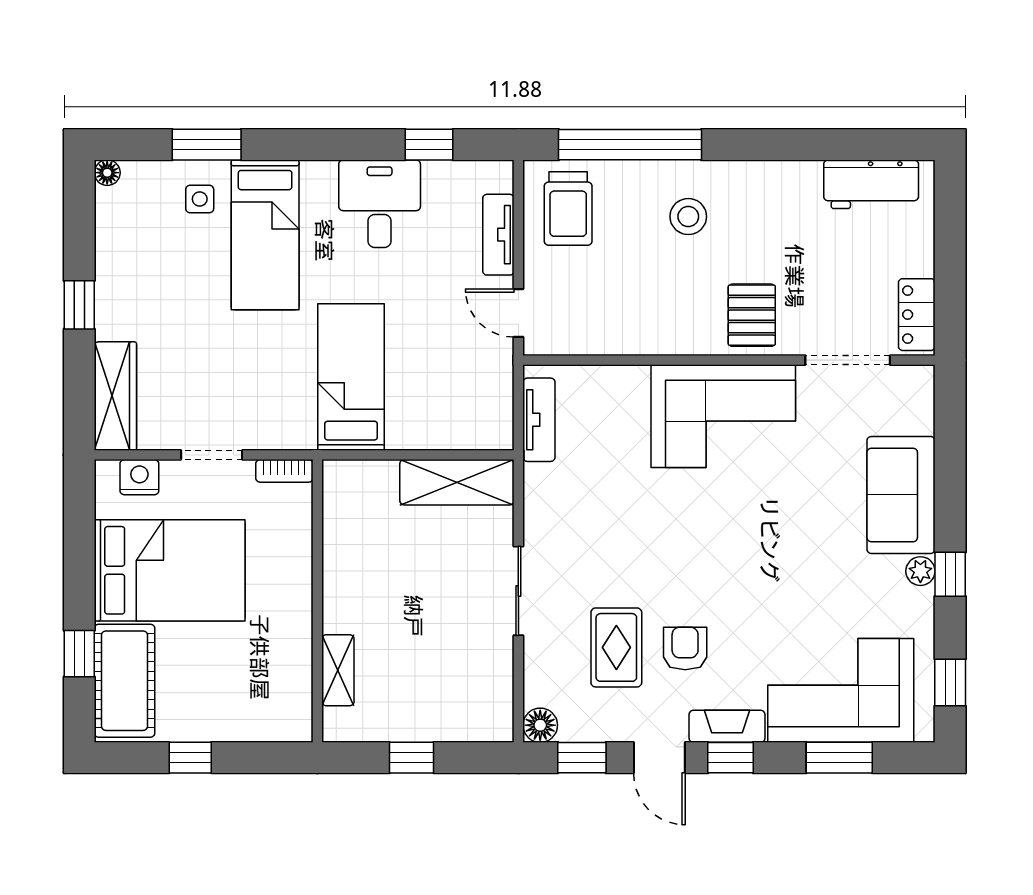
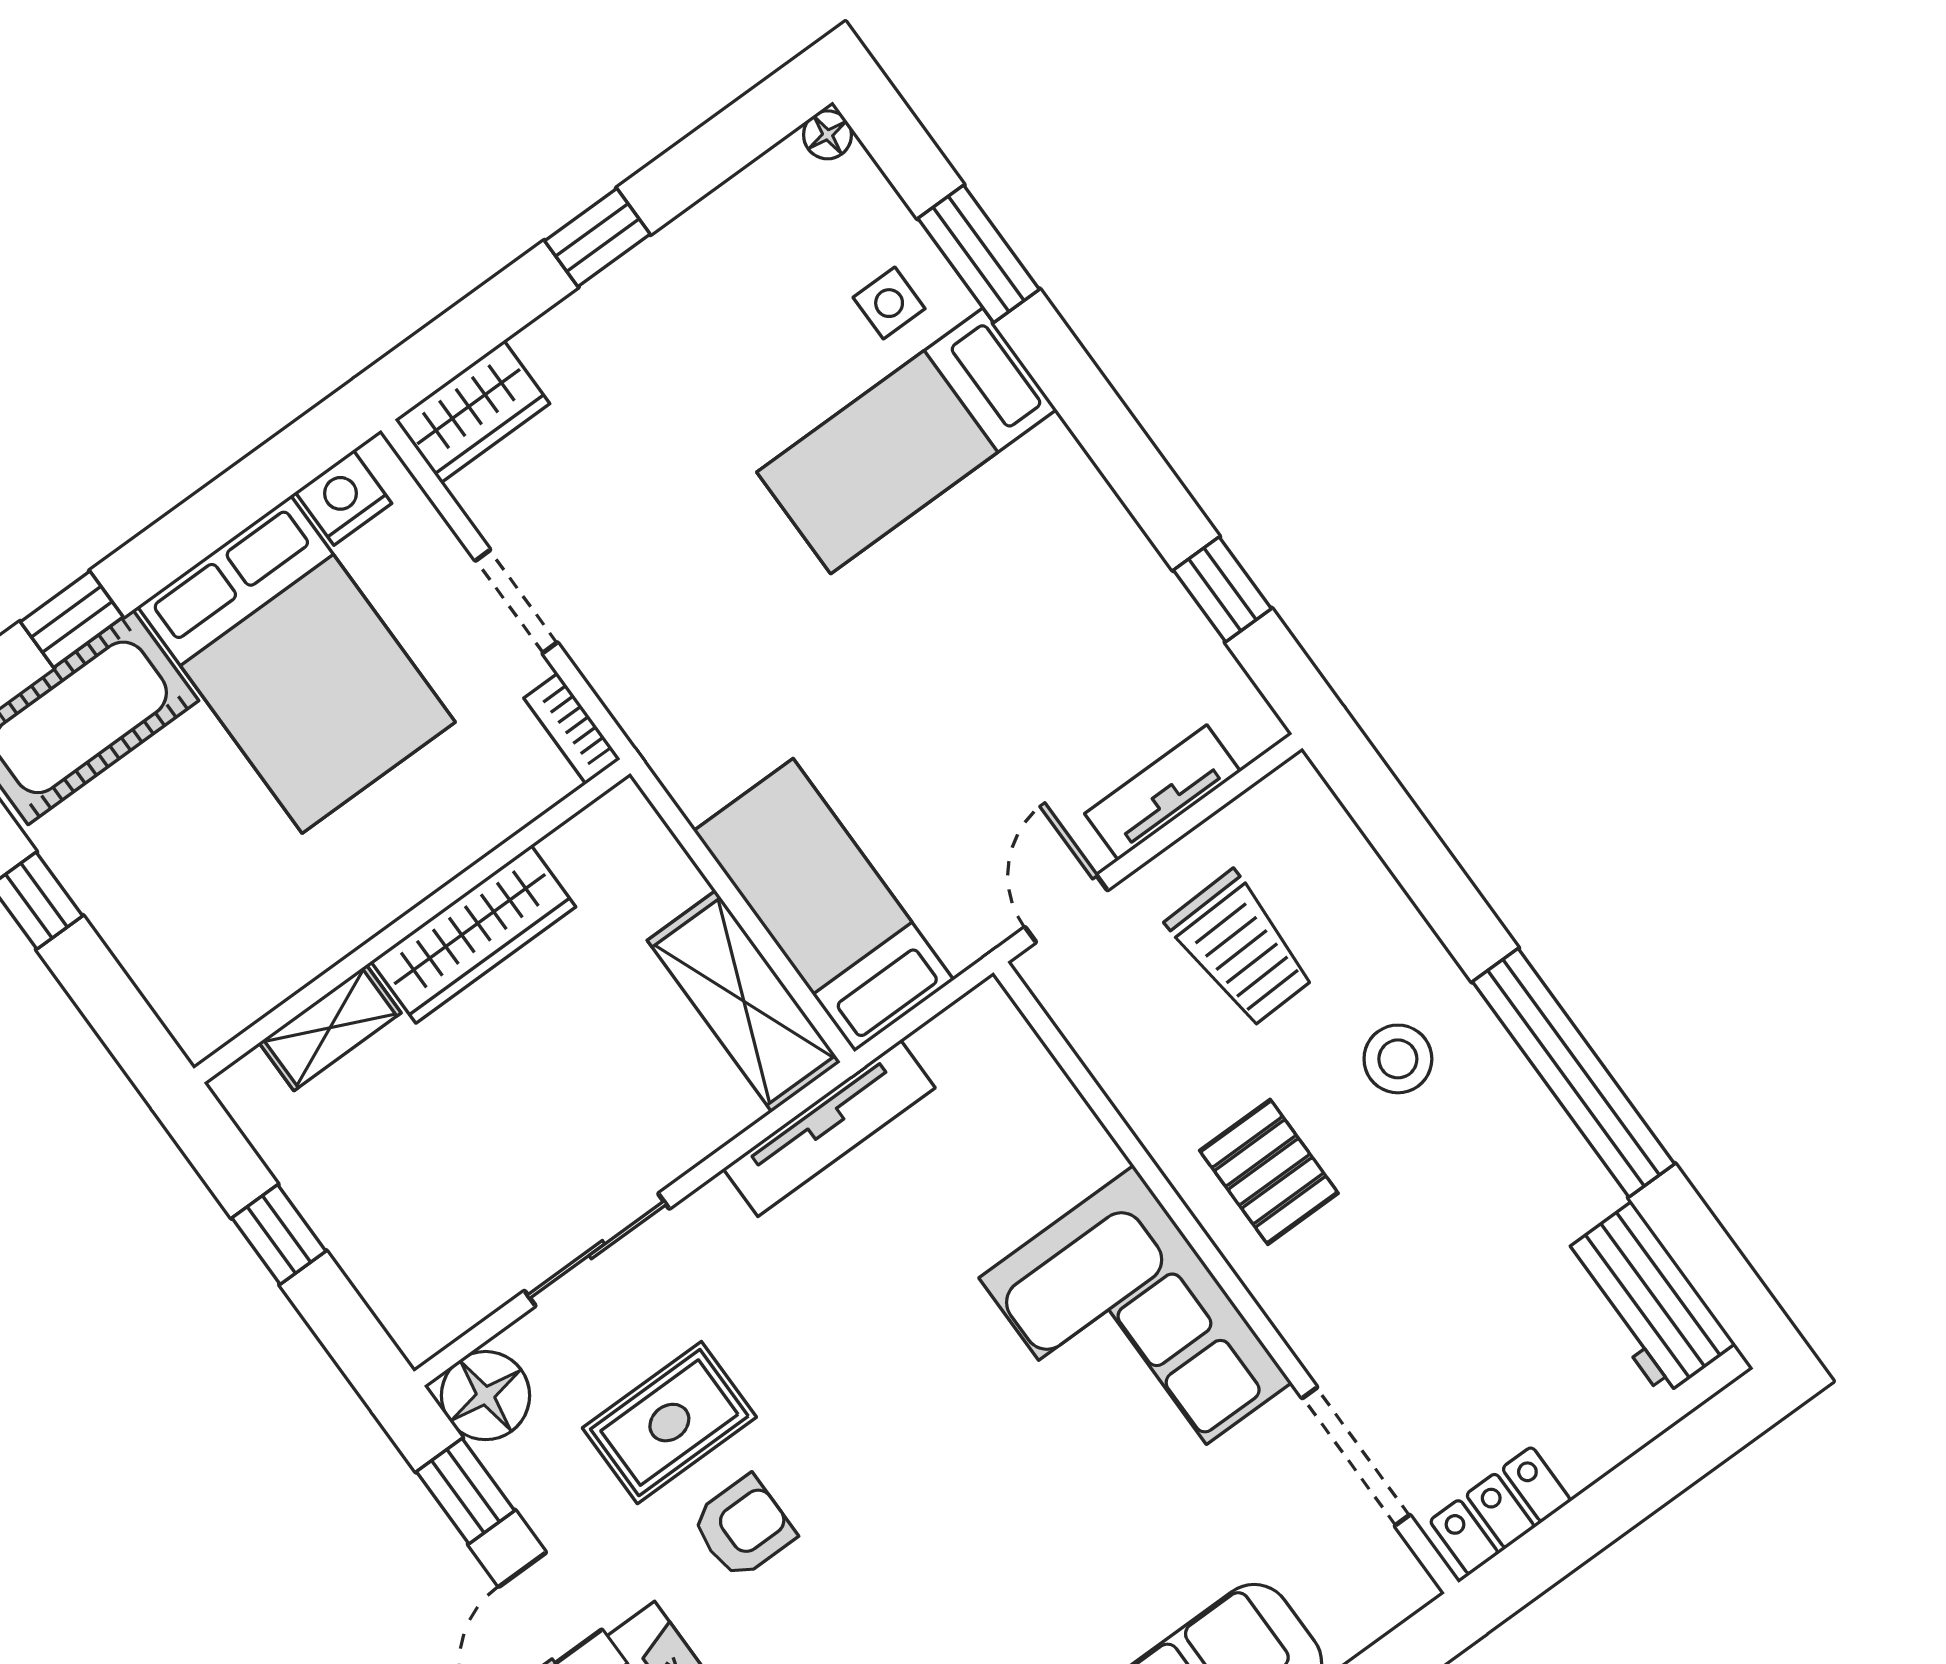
window: (630, 145) -> (1573, 1073), moved
desk: (380, 204) -> (1079, 579), removed
trolley: (568, 208) -> (1241, 949), moved, turned -92
pallet: (752, 315) -> (1269, 1172), moved, turned 90
bed: (351, 377) -> (824, 905), moved, turned -90
wardrobe: (115, 396) -> (472, 412), width x0.67
tv unit: (539, 420) -> (829, 1128), moved, width x1.41
nightstand: (139, 477) -> (344, 498), moved, turned -90
wardrobe: (343, 579) -> (473, 934), added
sliding door: (518, 591) -> (597, 1250), moved
floor lamp: (540, 725) -> (486, 1396), width x1.38, depth x1.38

